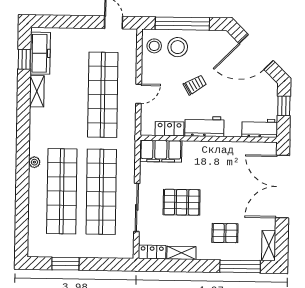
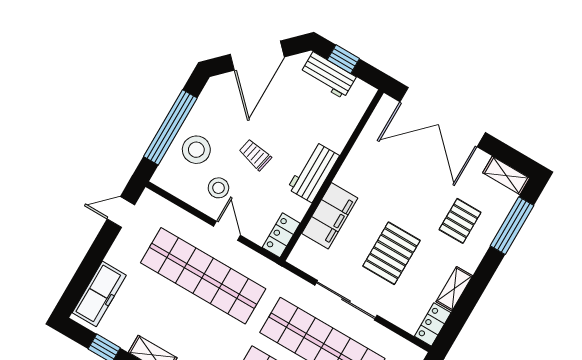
stool: (154, 46) -> (218, 188), moved
freezer: (40, 53) -> (99, 294), moved, turned 90
trolley: (195, 85) -> (255, 155), turned -48
workbench: (260, 128) -> (328, 75), moved, turned -90
locker: (169, 129) -> (281, 235), moved
filing cabinet: (161, 151) -> (330, 216), moved
sliding door: (137, 207) -> (346, 300), moved

